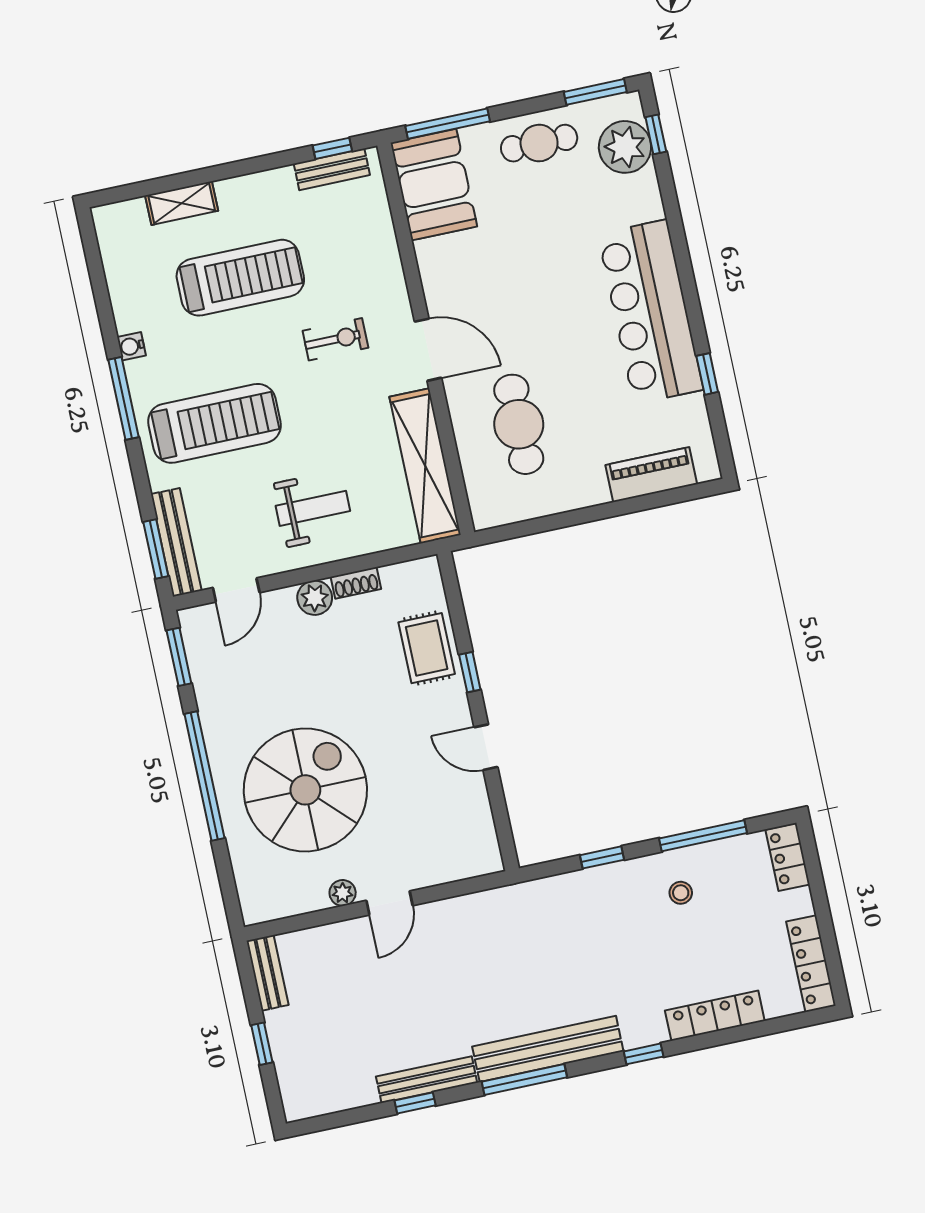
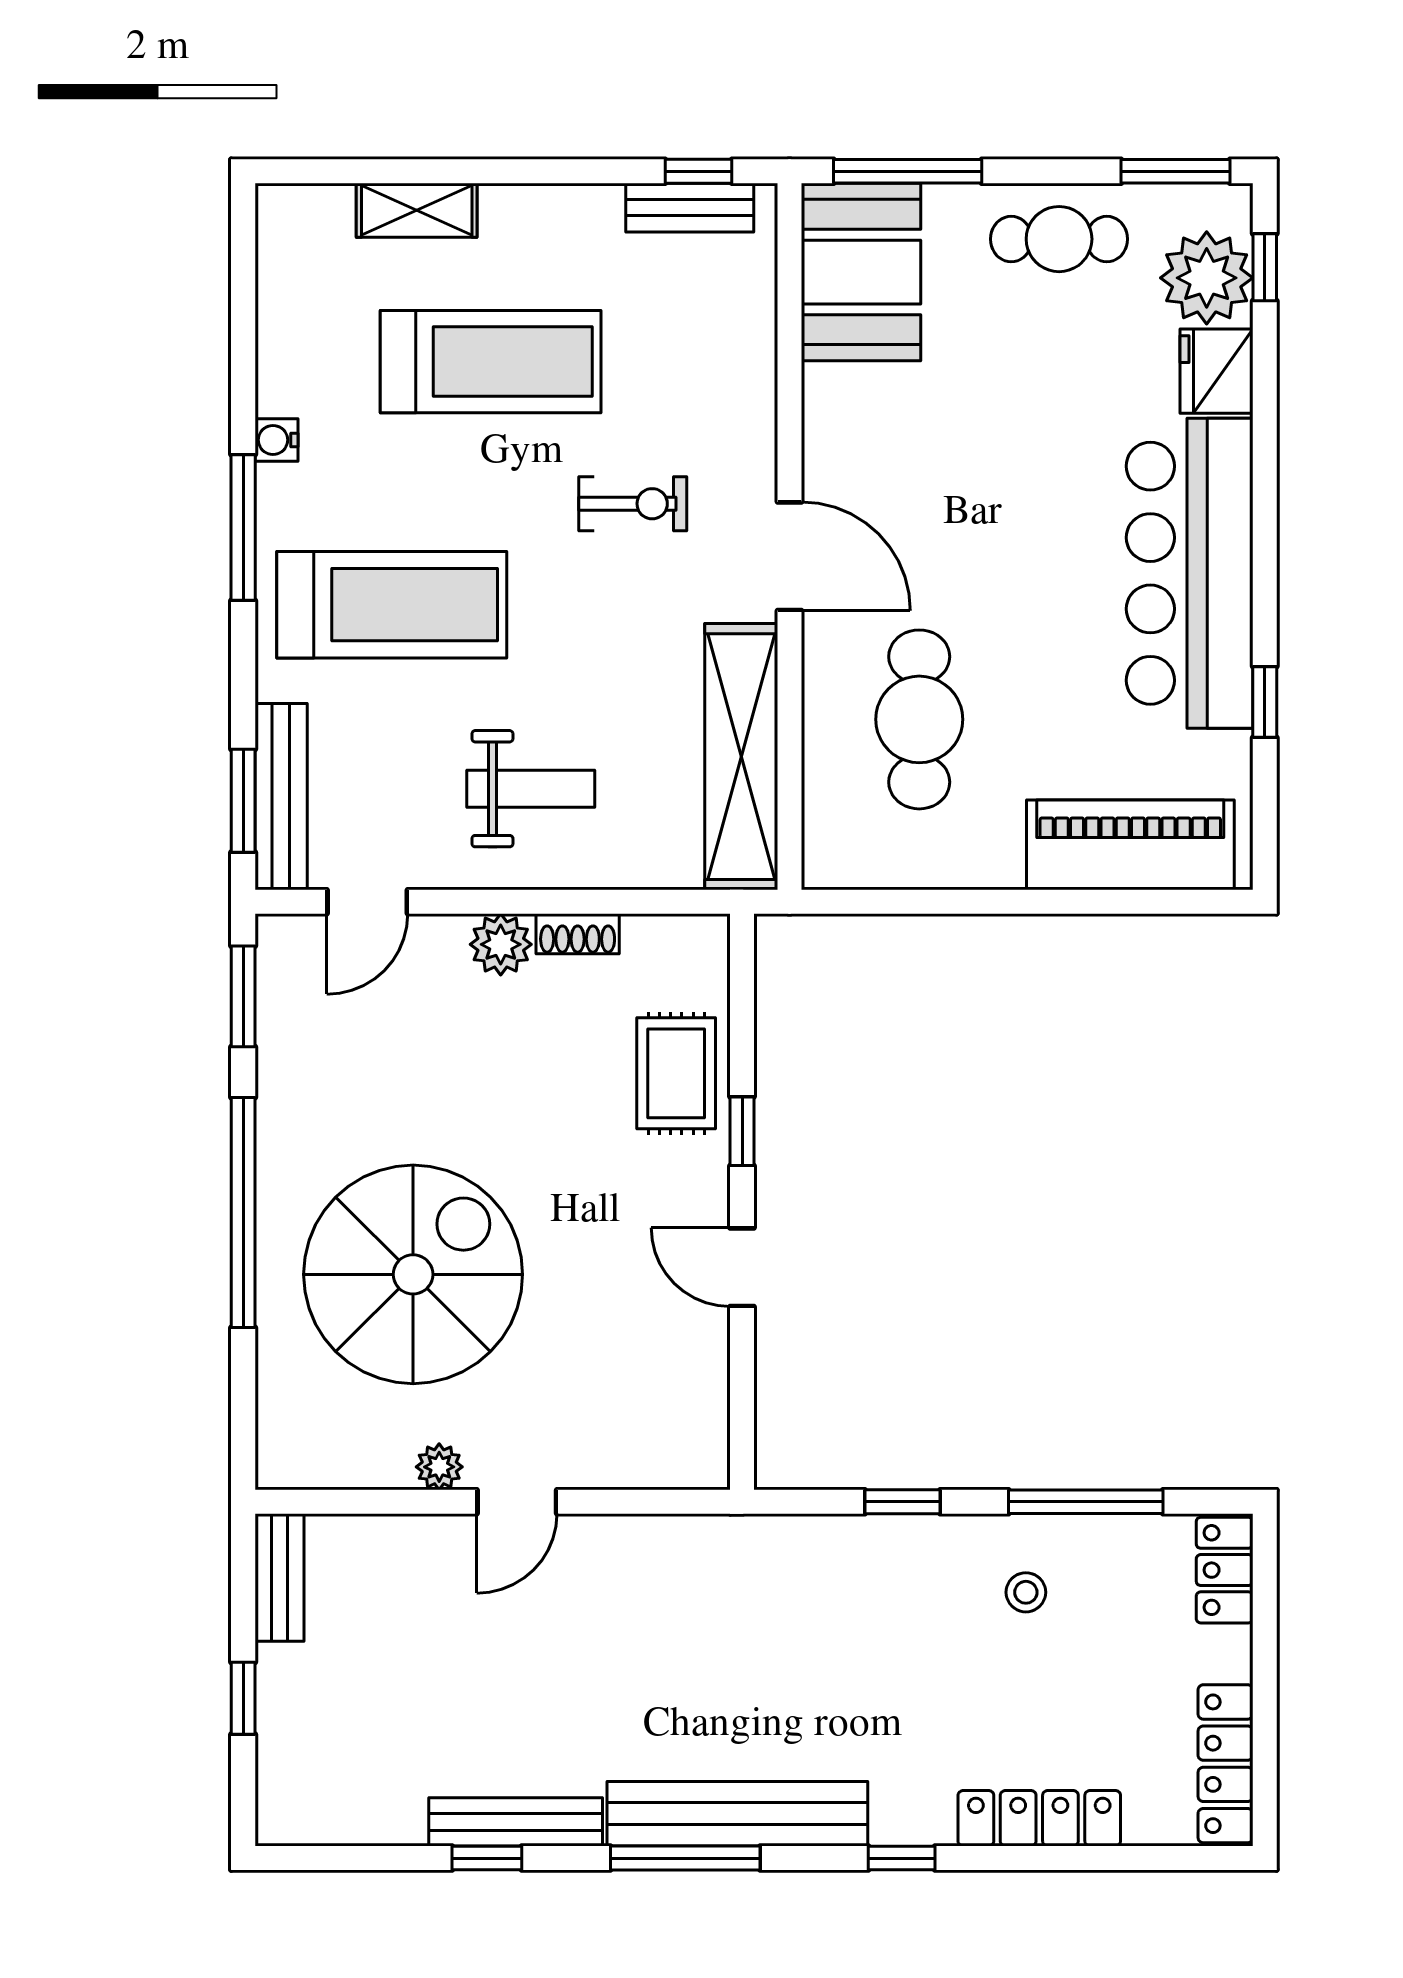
fridge: (641, 197) -> (1216, 371), added
piano: (651, 475) -> (1130, 845), width x1.37, depth x1.33

